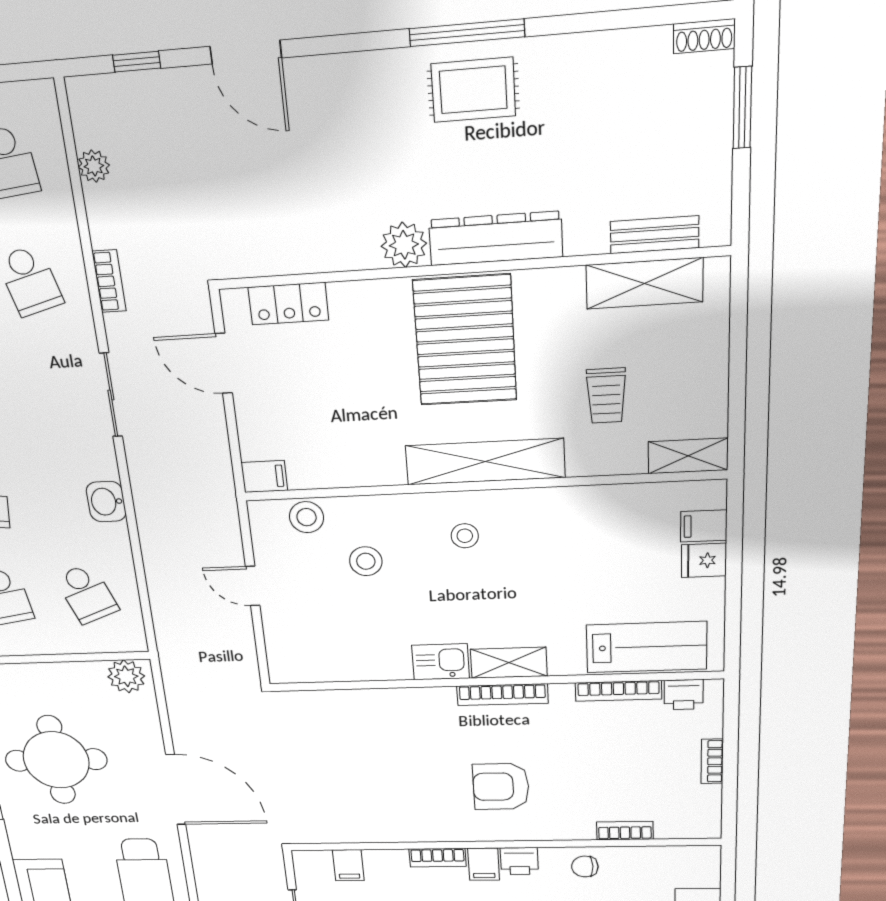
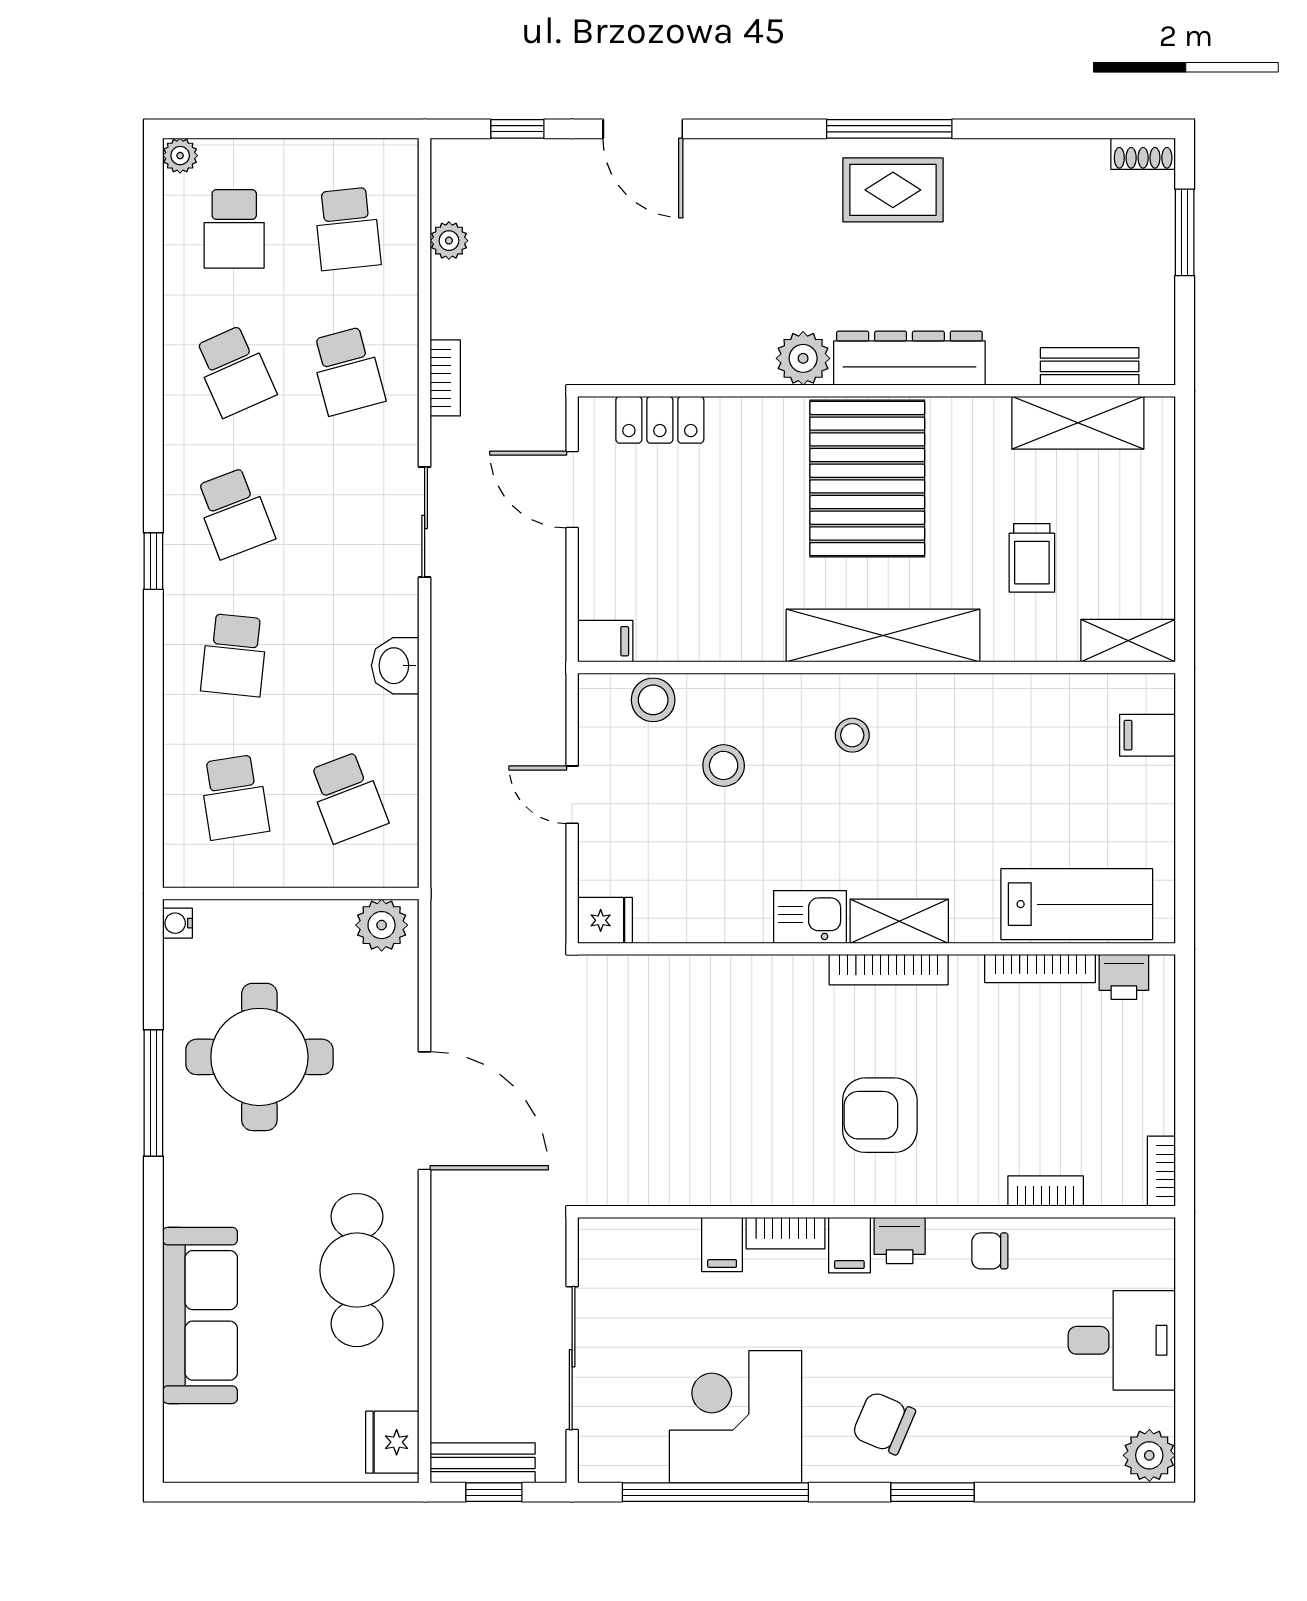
fridge: (704, 560) -> (605, 920), moved, turned 180
bookcase: (712, 761) -> (1161, 1171), moved
filing cabinet: (348, 865) -> (722, 1244), moved

